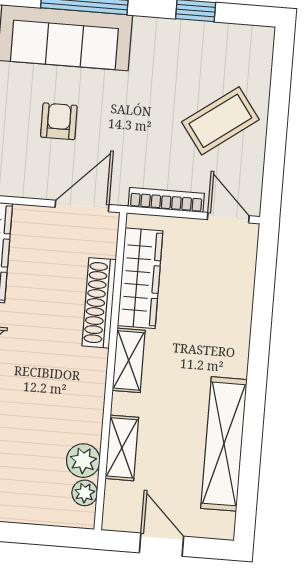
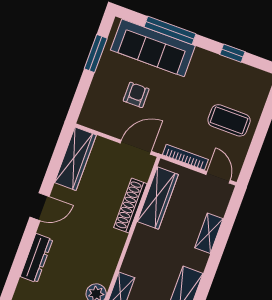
coffee table: (220, 121) -> (229, 120), turned 36
shelving: (129, 360) -> (209, 233), moved

